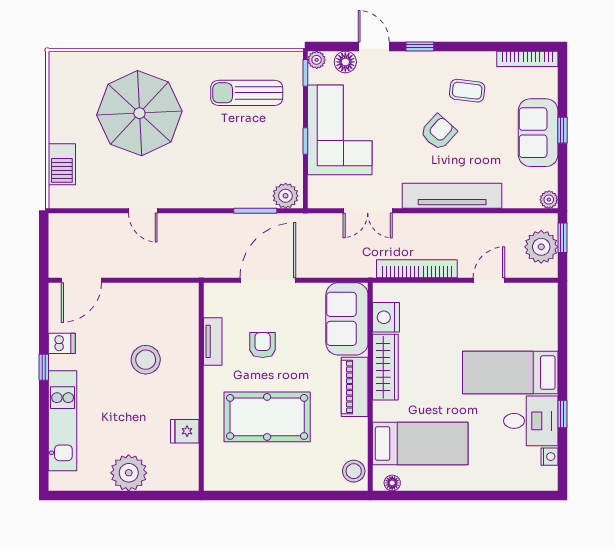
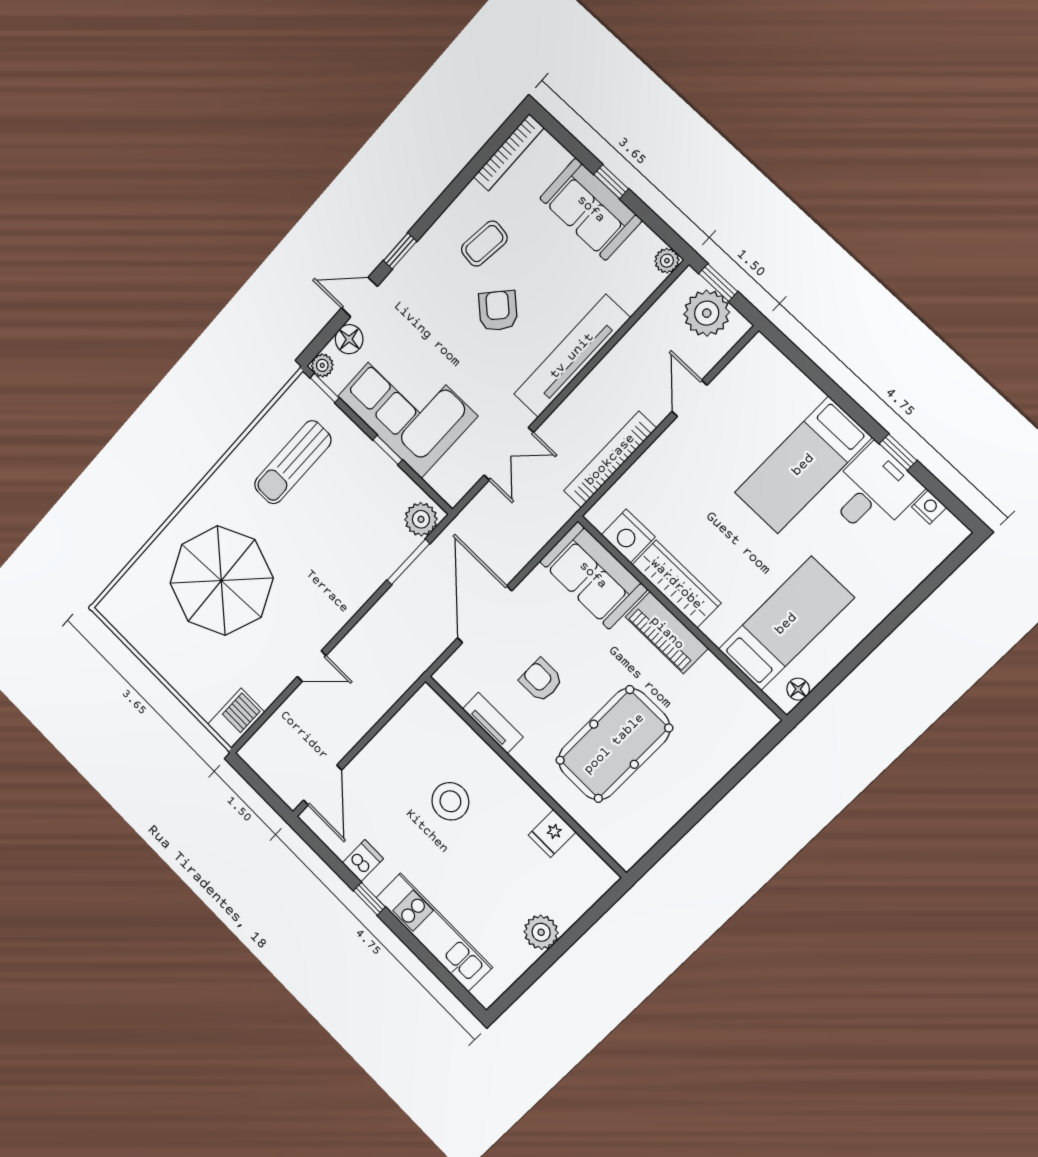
barbecue: (62, 164) -> (236, 718), moved, turned -90
stool: (354, 471) -> (749, 715), removed
plant: (129, 473) -> (541, 932), width x0.73, depth x0.73

